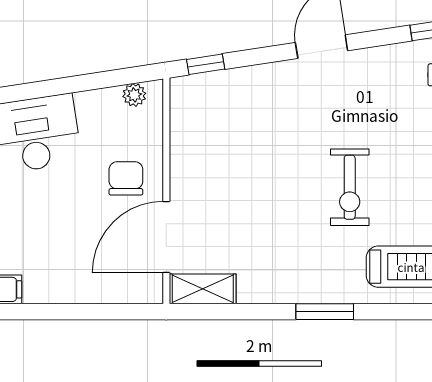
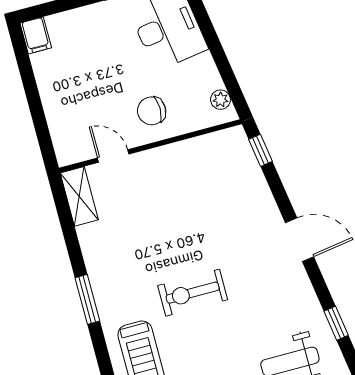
chair: (126, 178) -> (152, 111), turned 180
door: (166, 237) -> (113, 156), width x0.53

